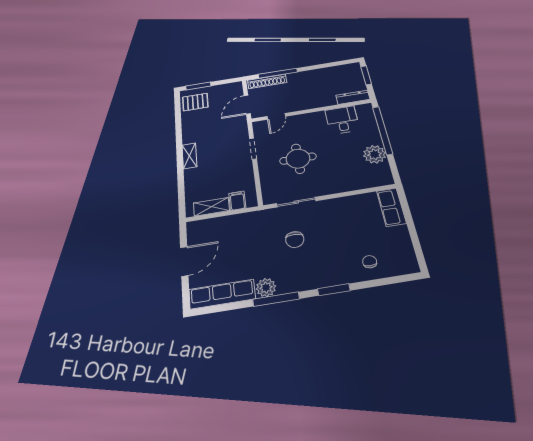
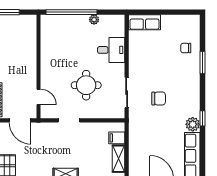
dresser: (353, 97) -> (31, 29), removed
desk: (342, 120) -> (111, 50), moved, turned 180
plant: (375, 154) -> (94, 20), width x0.53, depth x0.53
window: (334, 290) -> (202, 62), moved
window: (276, 299) -> (202, 118), width x0.46

